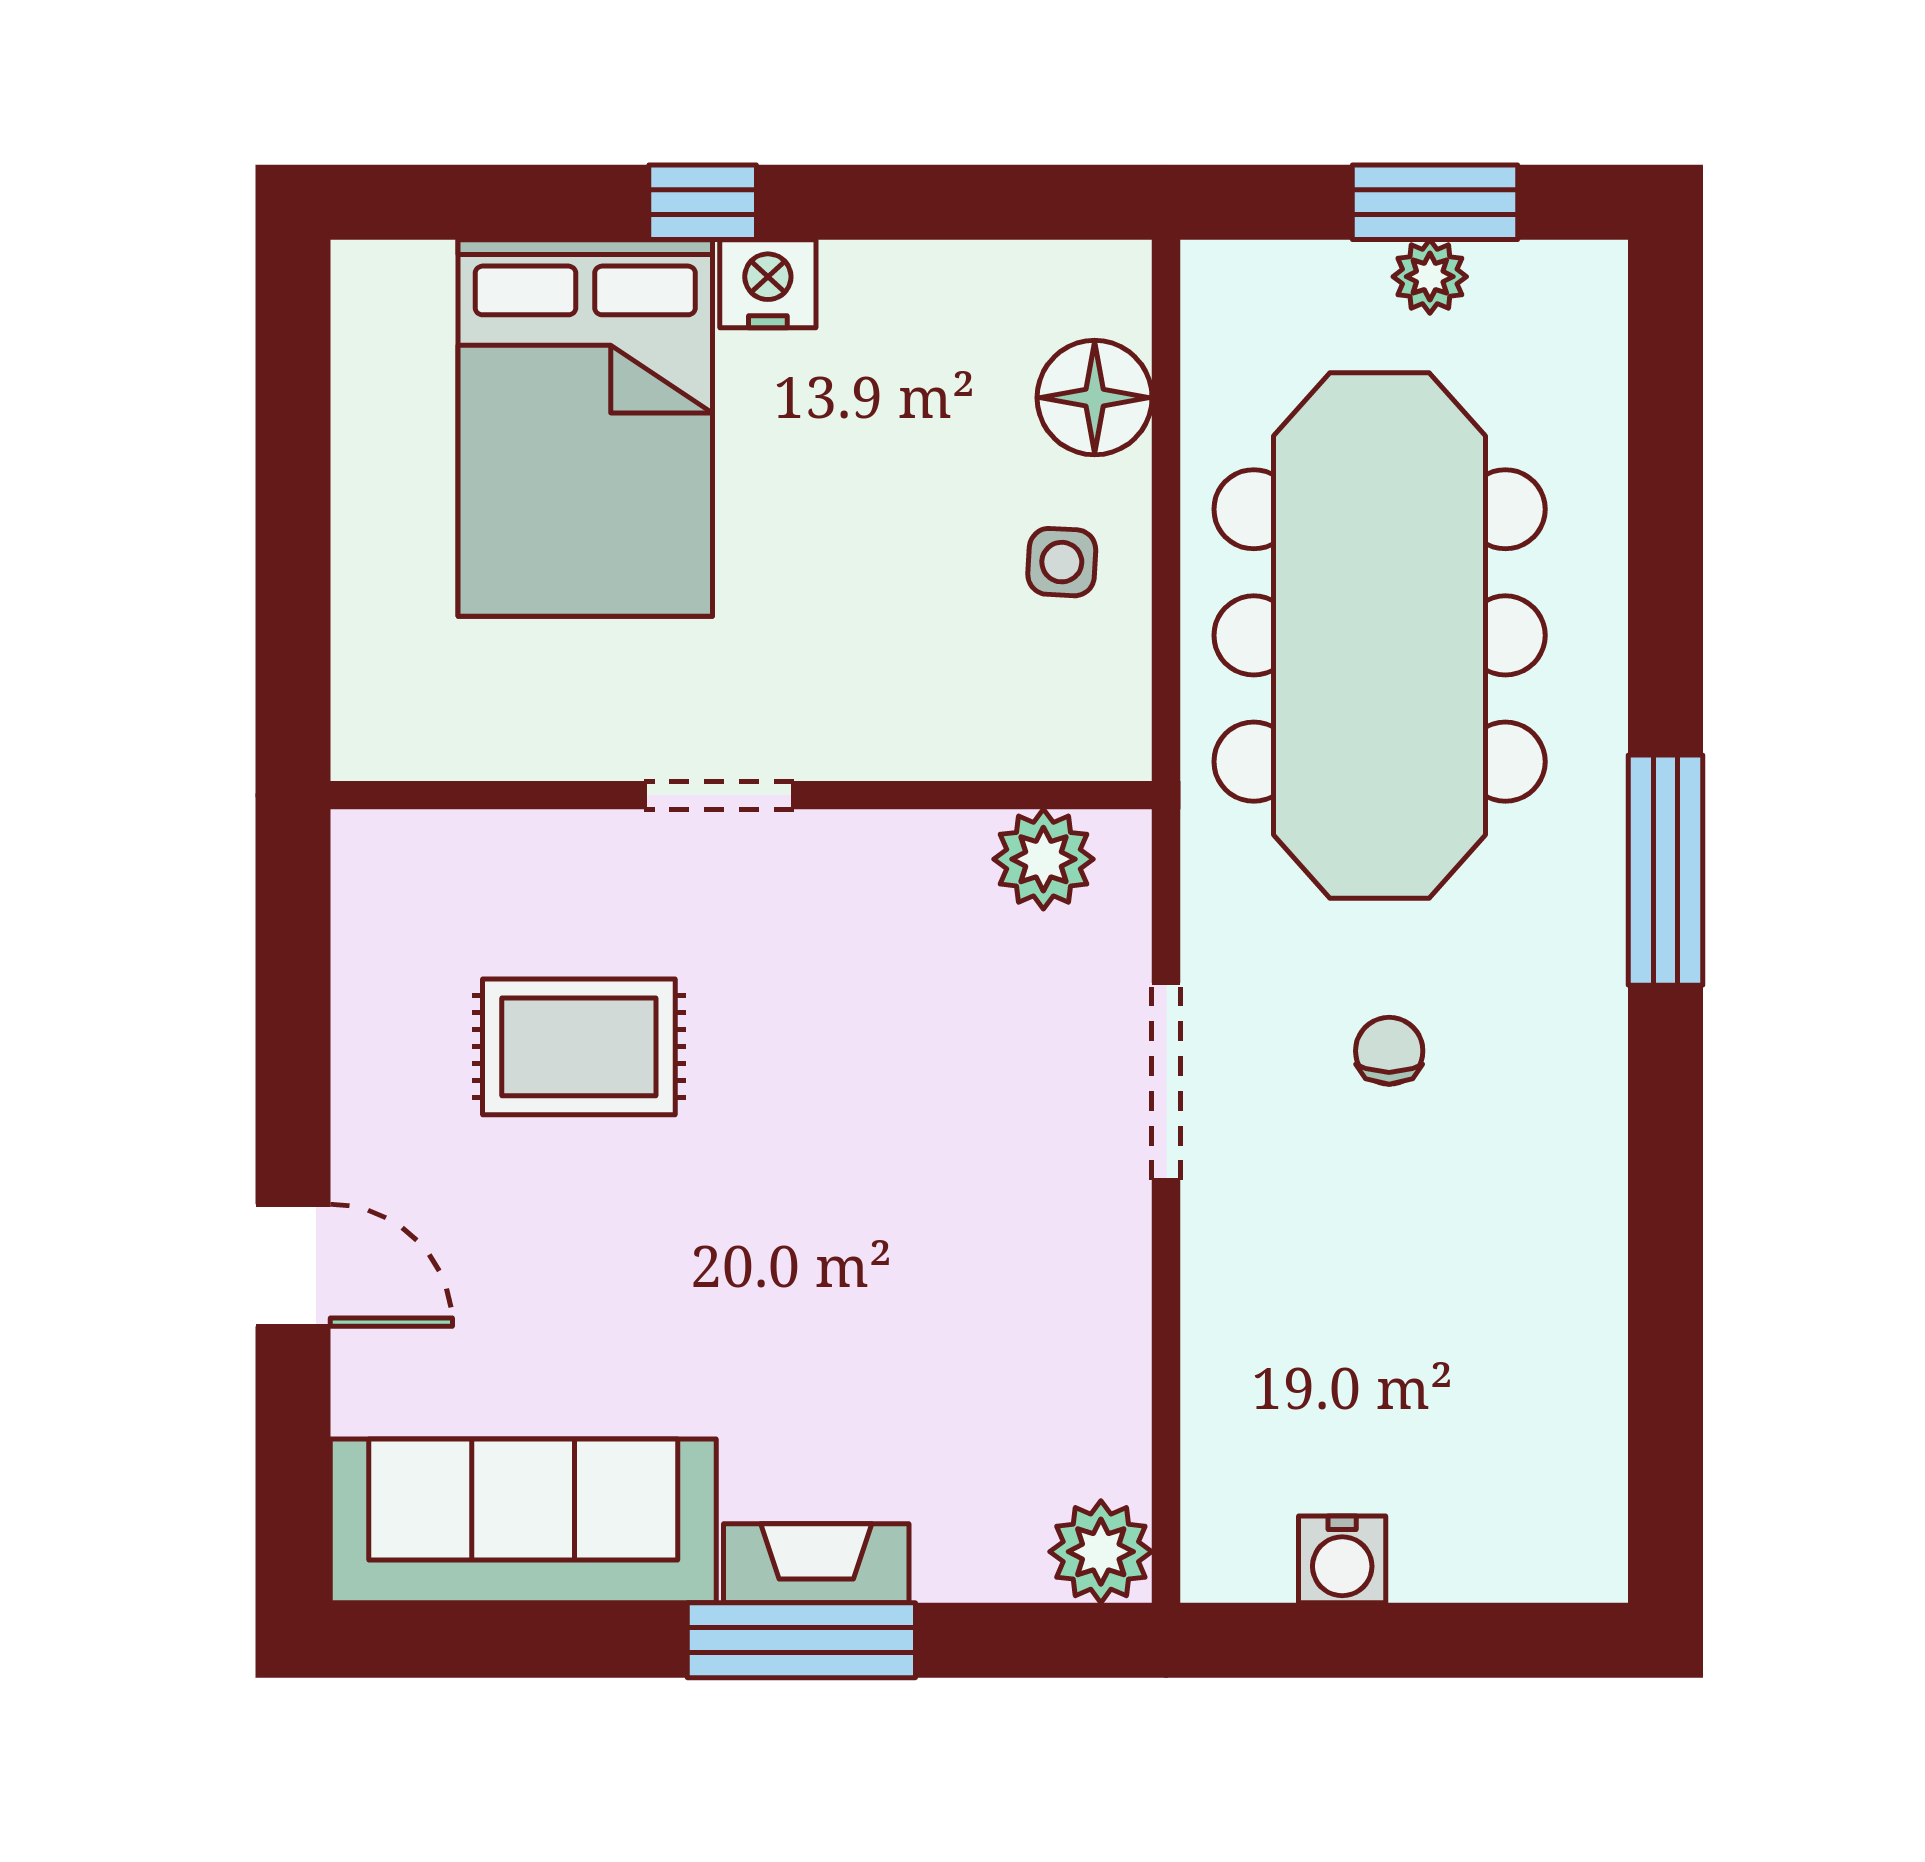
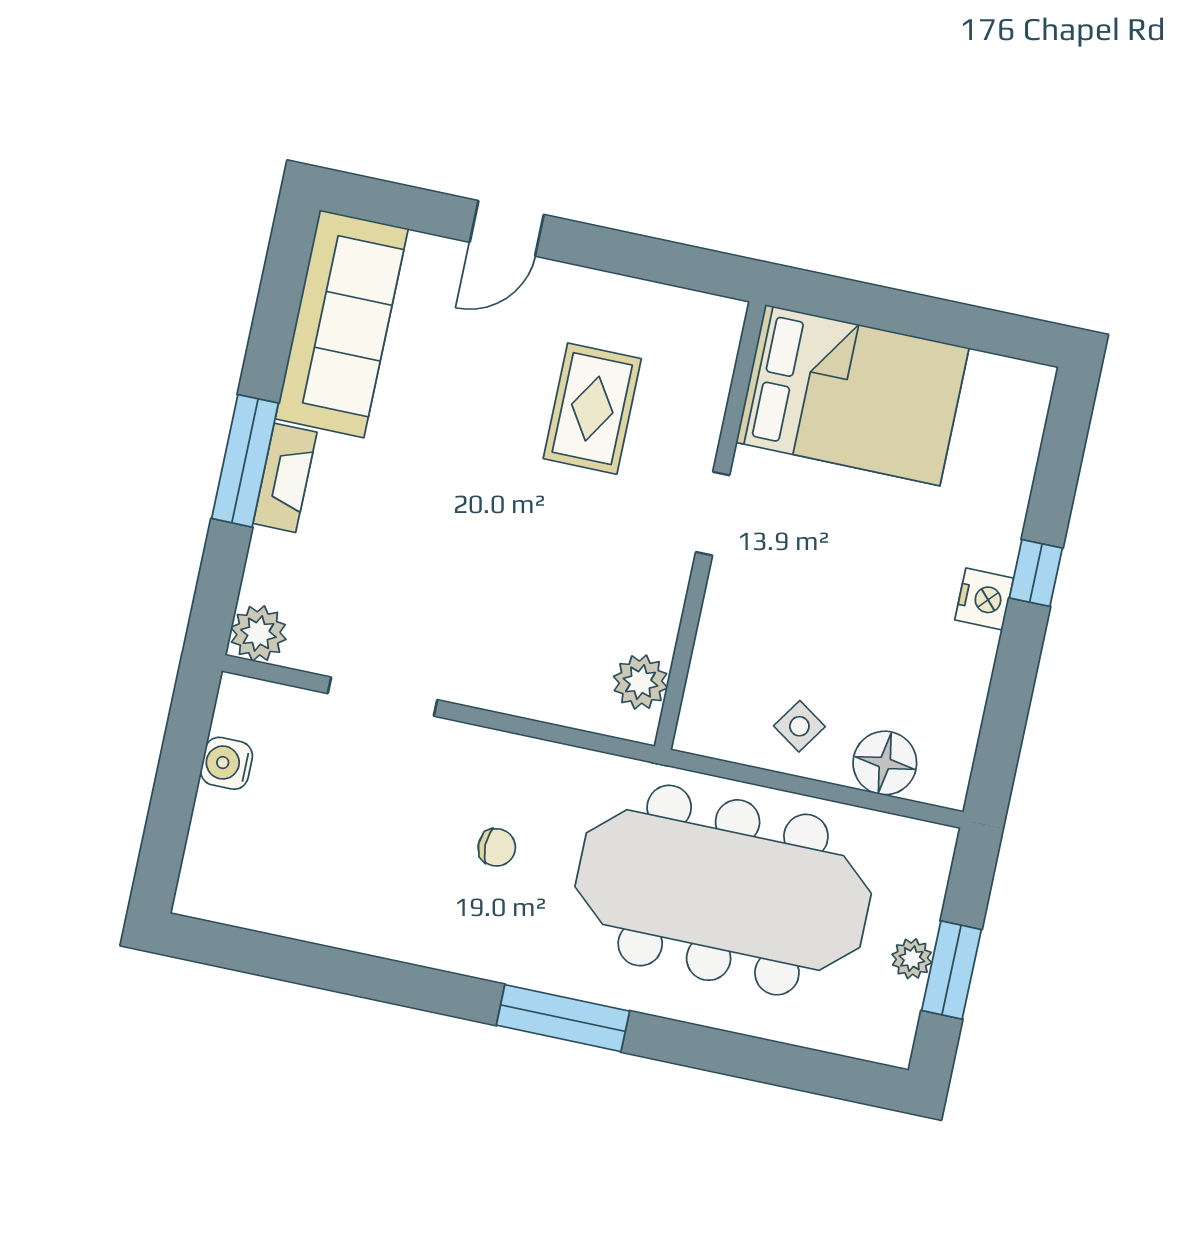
bed: (585, 428) -> (852, 395), moved, turned 180
side table: (1062, 562) -> (799, 726), turned 31
doorway: (1166, 1082) -> (382, 697), moved

